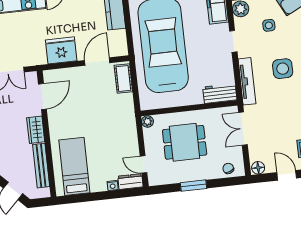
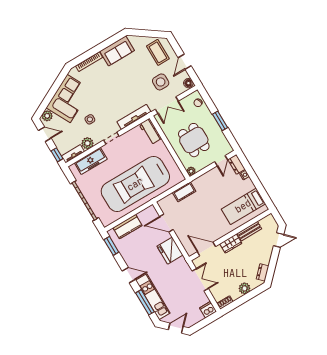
side table: (283, 69) -> (161, 82), moved
cot: (123, 79) -> (184, 192), moved
bench: (41, 166) -> (249, 231), width x0.73

